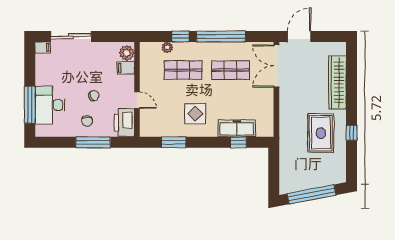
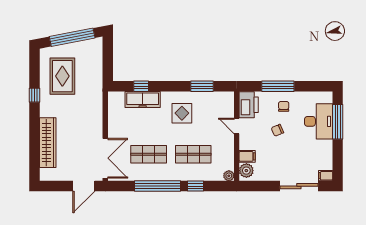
plant: (167, 47) -> (229, 176), moved
rug: (321, 133) -> (62, 76), moved

